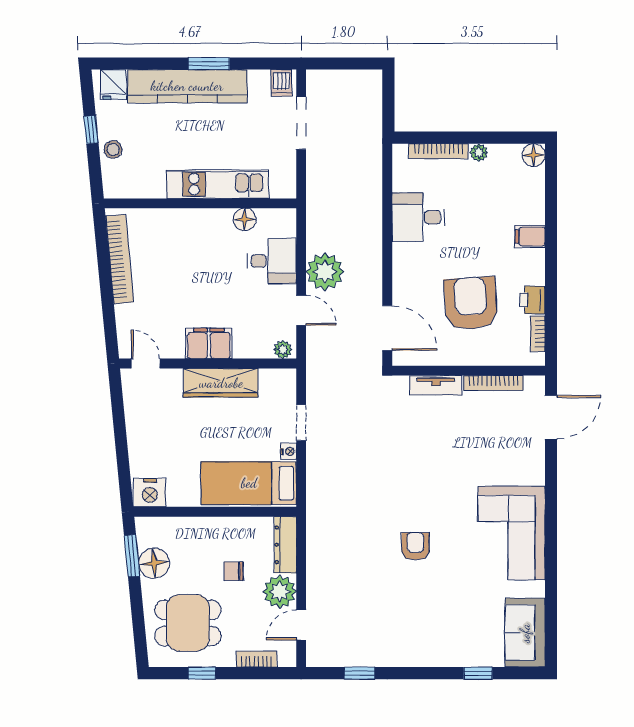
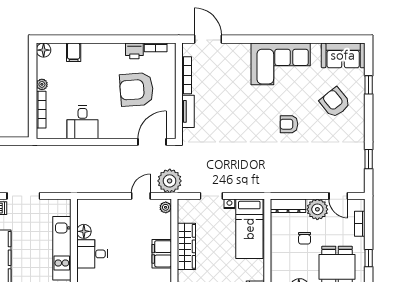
filing cabinet: (530, 236) -> (74, 52), moved
desk: (272, 261) -> (92, 254), moved, turned -90
plant: (325, 272) -> (170, 181), moved
armchair: (450, 620) -> (335, 102), added

